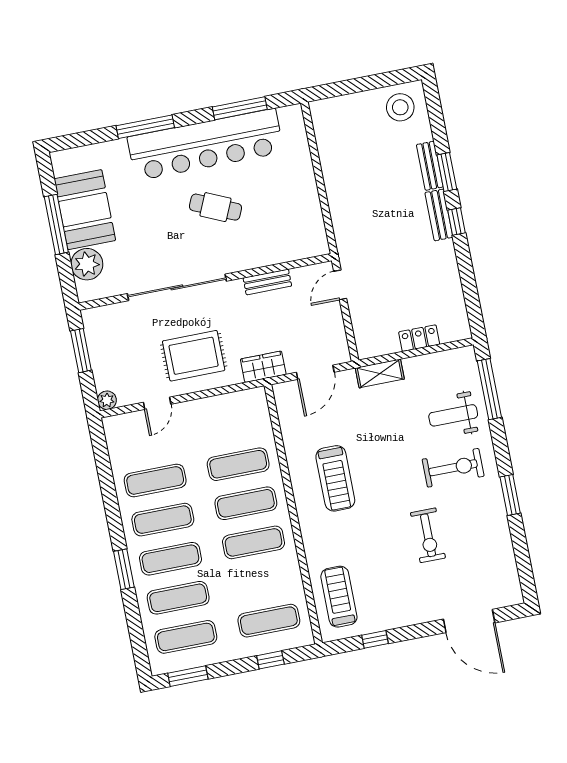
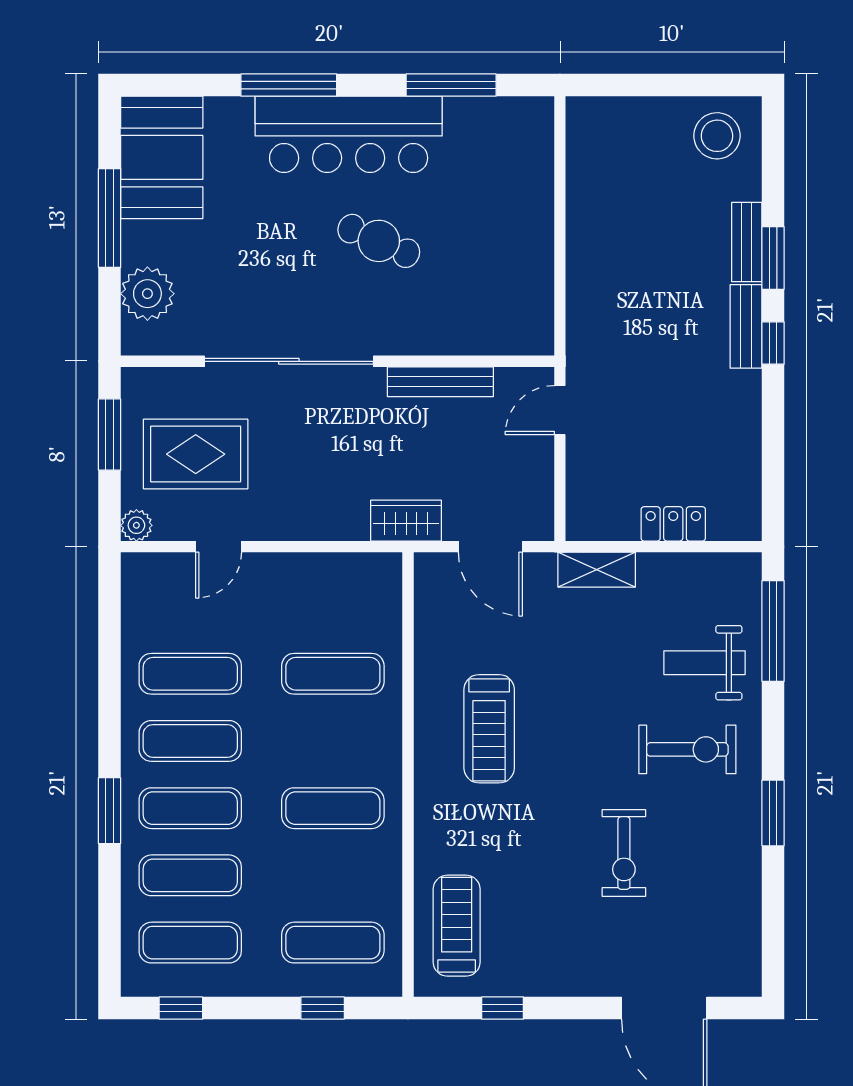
bar counter: (205, 145) -> (349, 134), width x0.73
booth: (85, 210) -> (162, 157), moved
bench: (267, 282) -> (440, 382), width x1.36
rug: (194, 356) -> (196, 454), moved
door: (315, 372) -> (490, 547), hinge flipped
exercise mat: (246, 503) -> (333, 741), removed
window: (188, 676) -> (181, 1008), width x0.67

